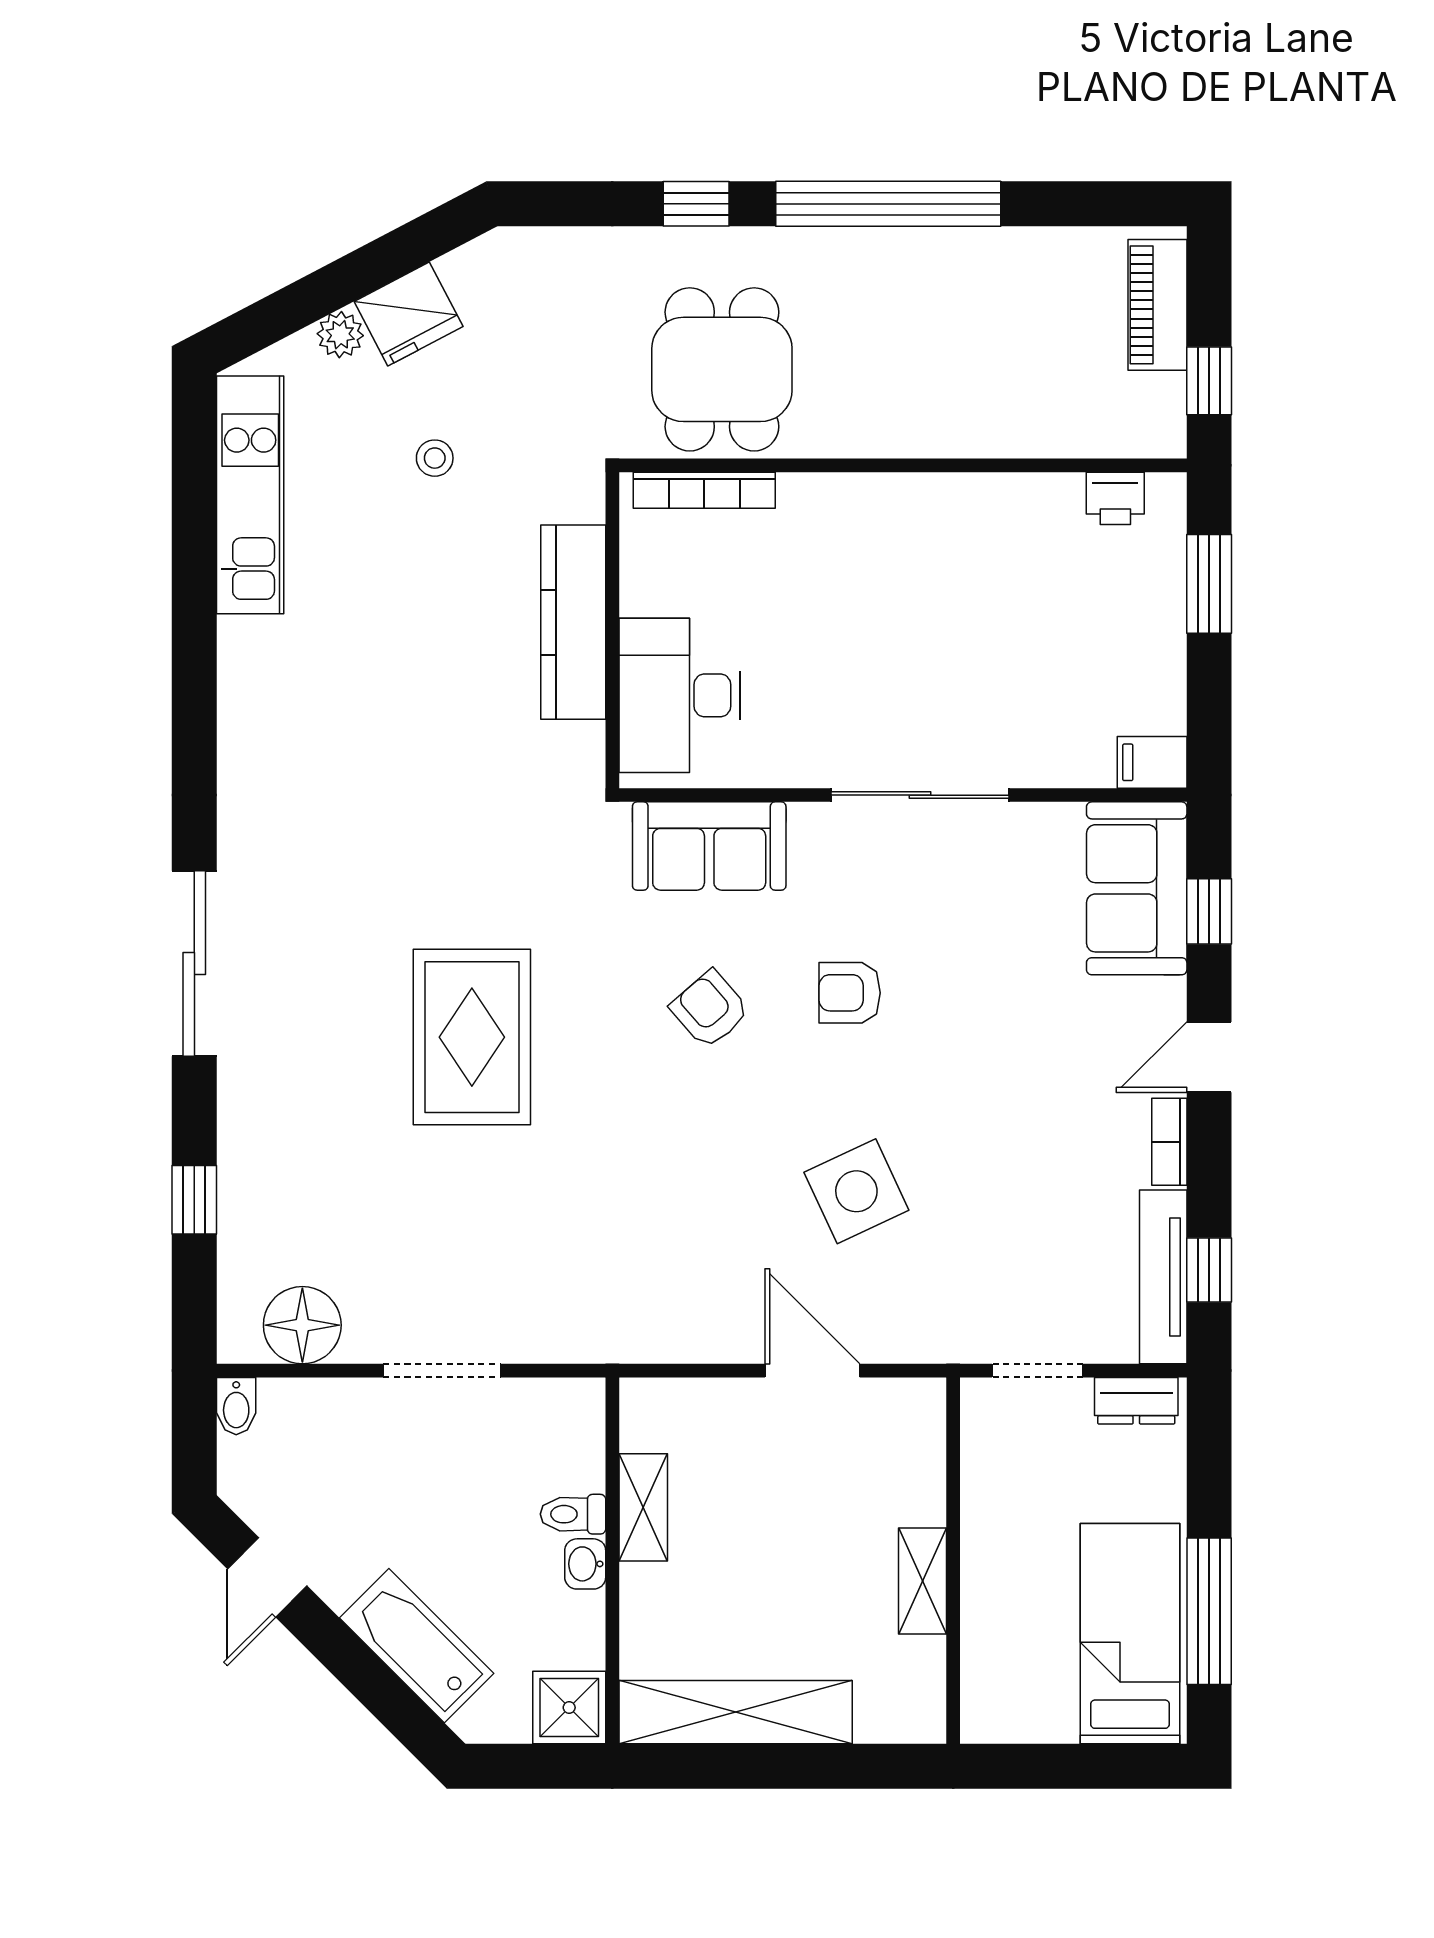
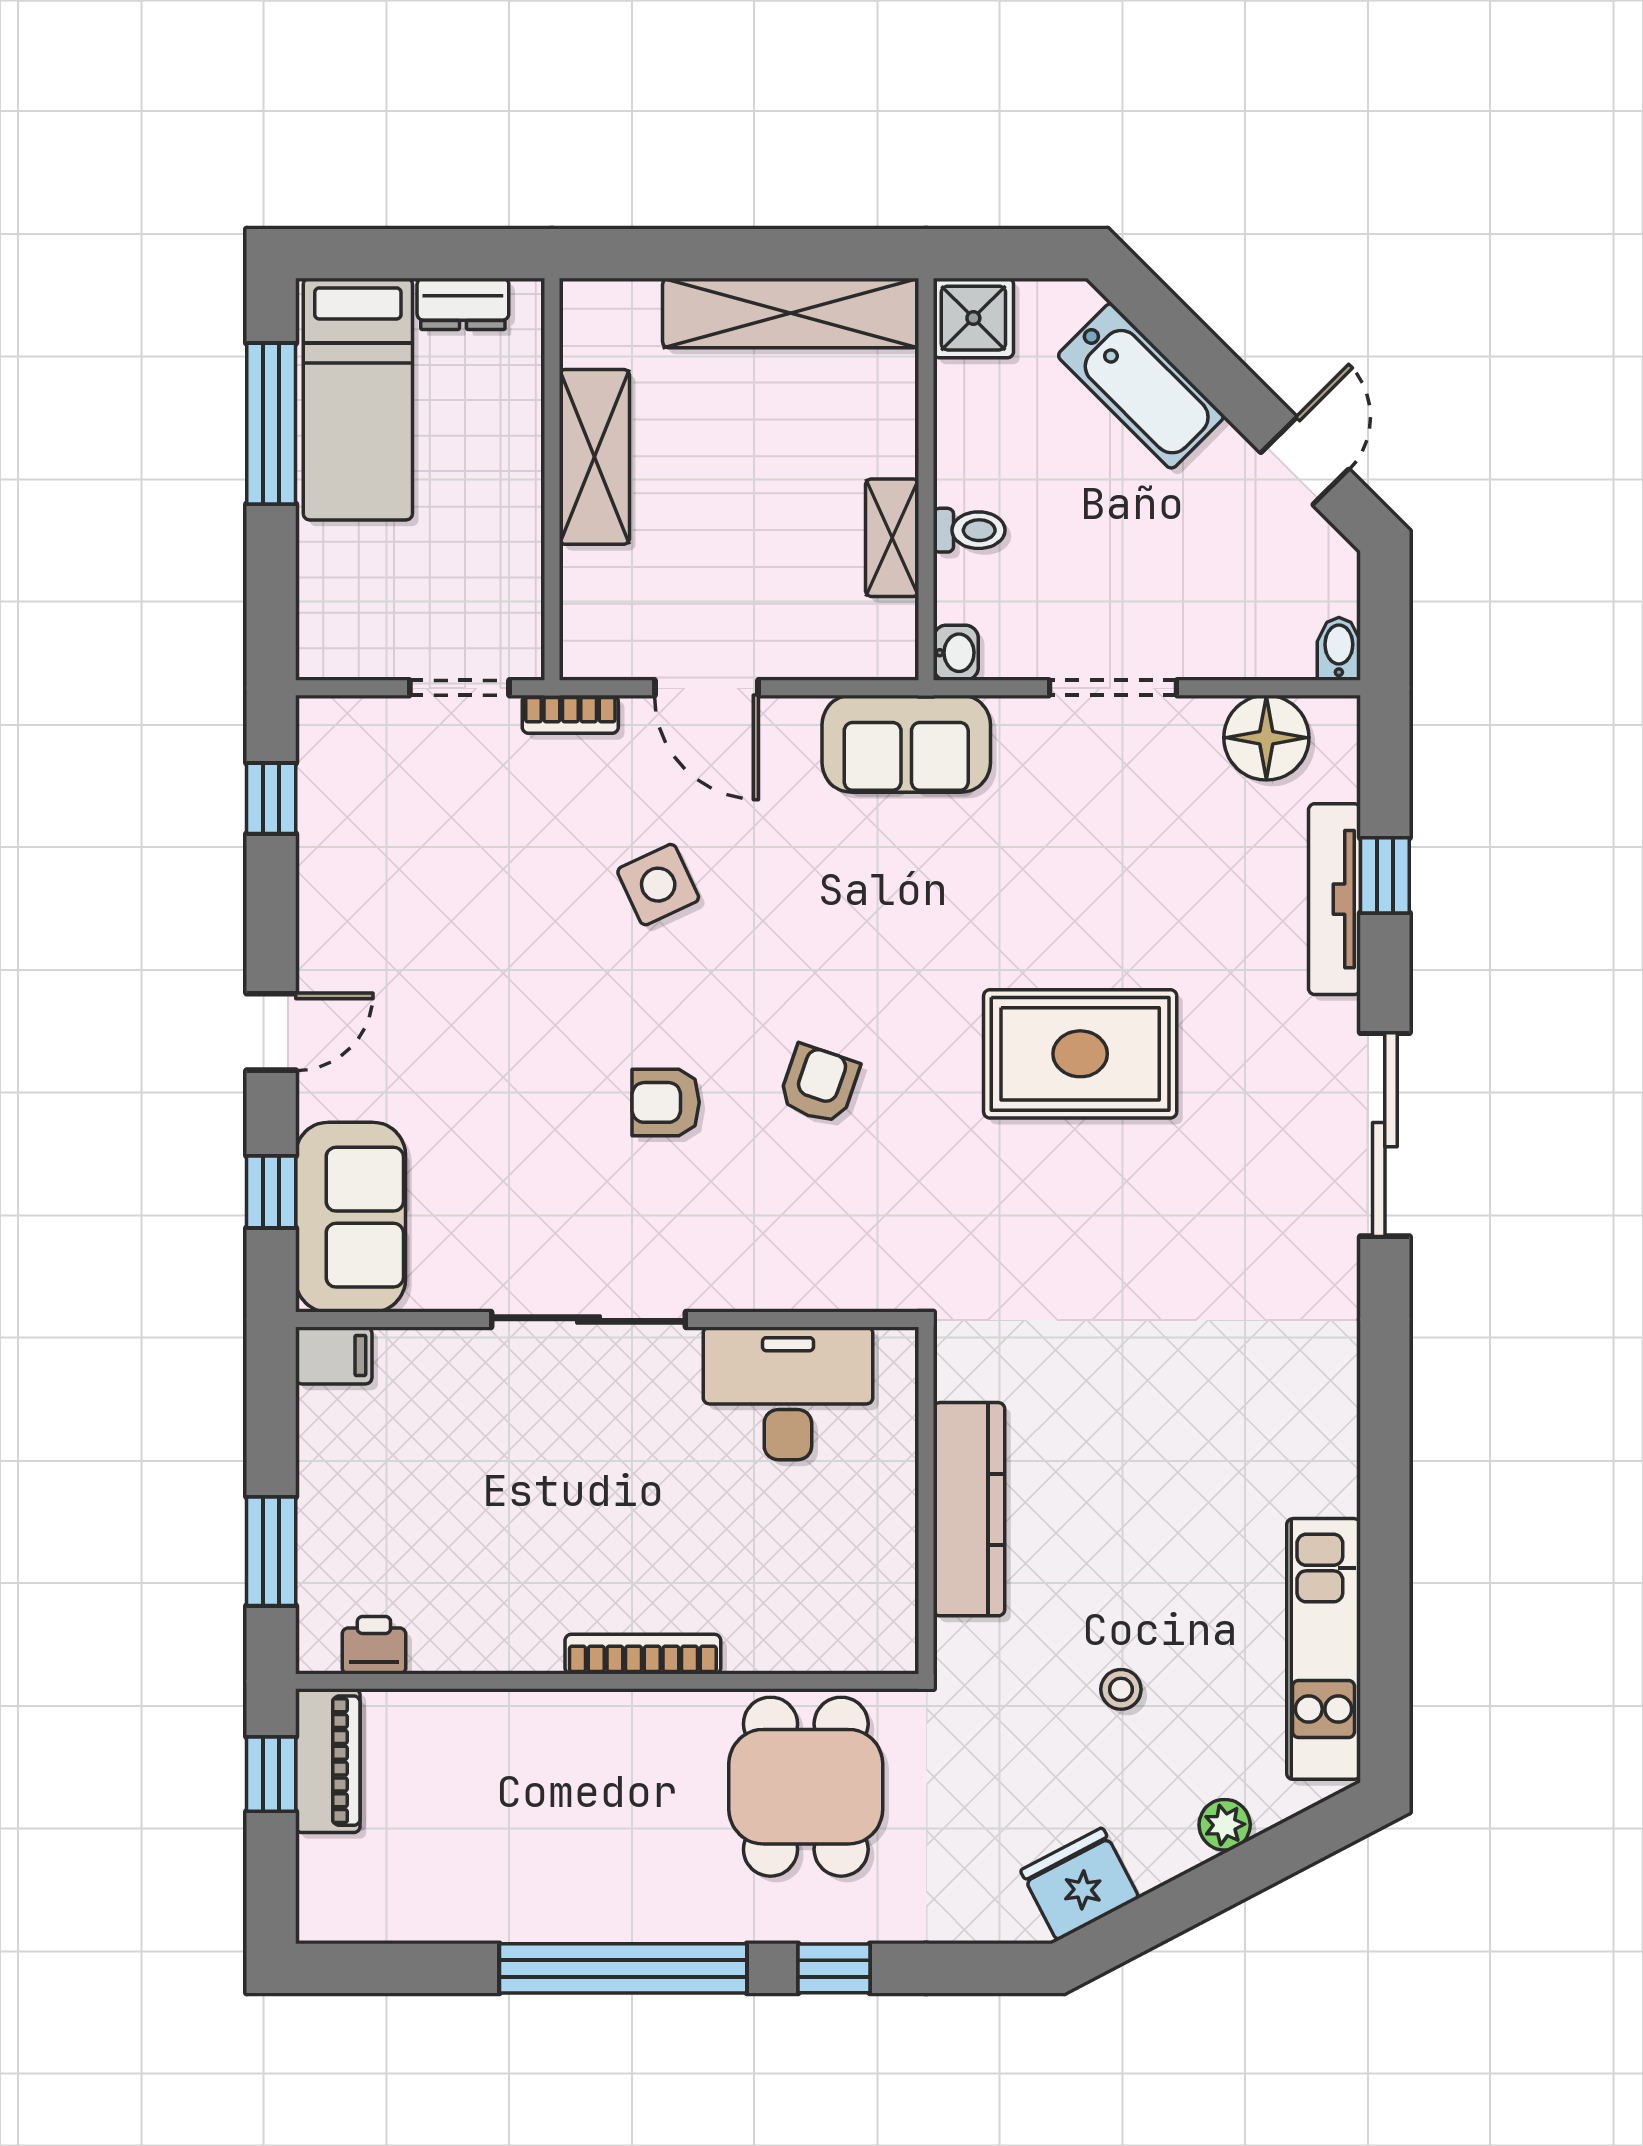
piano: (1157, 305) -> (328, 1761), moved
fridge: (409, 314) -> (1080, 1884), moved
bookcase: (704, 490) -> (643, 1654), moved
desk: (680, 695) -> (788, 1393), moved, turned -90
sofa: (709, 846) -> (906, 744), moved, turned 180
armchair: (850, 993) -> (666, 1102), turned 180
armchair: (710, 1009) -> (819, 1084), turned -120
rug: (472, 1037) -> (1080, 1054), turned 90
bookcase: (1169, 1142) -> (570, 714), moved, turned 90
side table: (856, 1191) -> (658, 885), width x0.73, depth x0.73
tv unit: (1163, 1277) -> (1334, 899), moved, turned 180
dresser: (1136, 1401) -> (463, 304), moved, turned 180
washbasin: (585, 1564) -> (956, 653), moved
shelving: (923, 1581) -> (594, 457), width x1.50, depth x1.33

